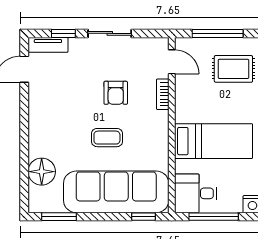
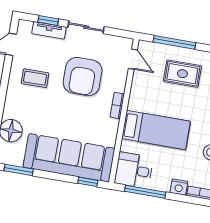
tv unit: (48, 45) -> (49, 30), moved
armchair: (116, 93) -> (83, 77), width x1.88, depth x1.88
bookcase: (163, 94) -> (117, 106), moved
coffee table: (107, 138) -> (35, 78), moved

